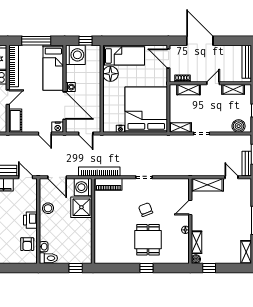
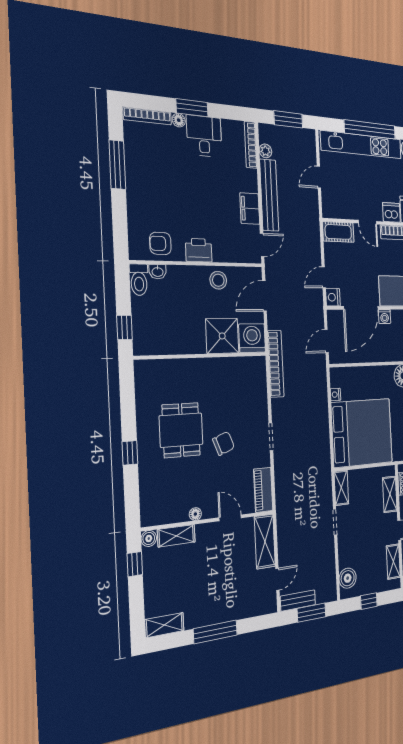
piano: (109, 184) -> (263, 490), moved
dining table: (148, 240) -> (181, 430), moved, turned 90

